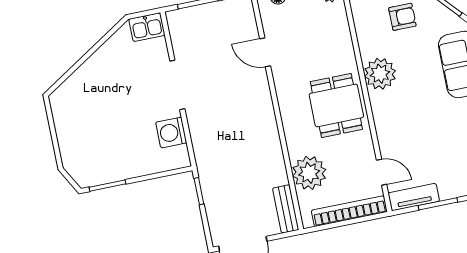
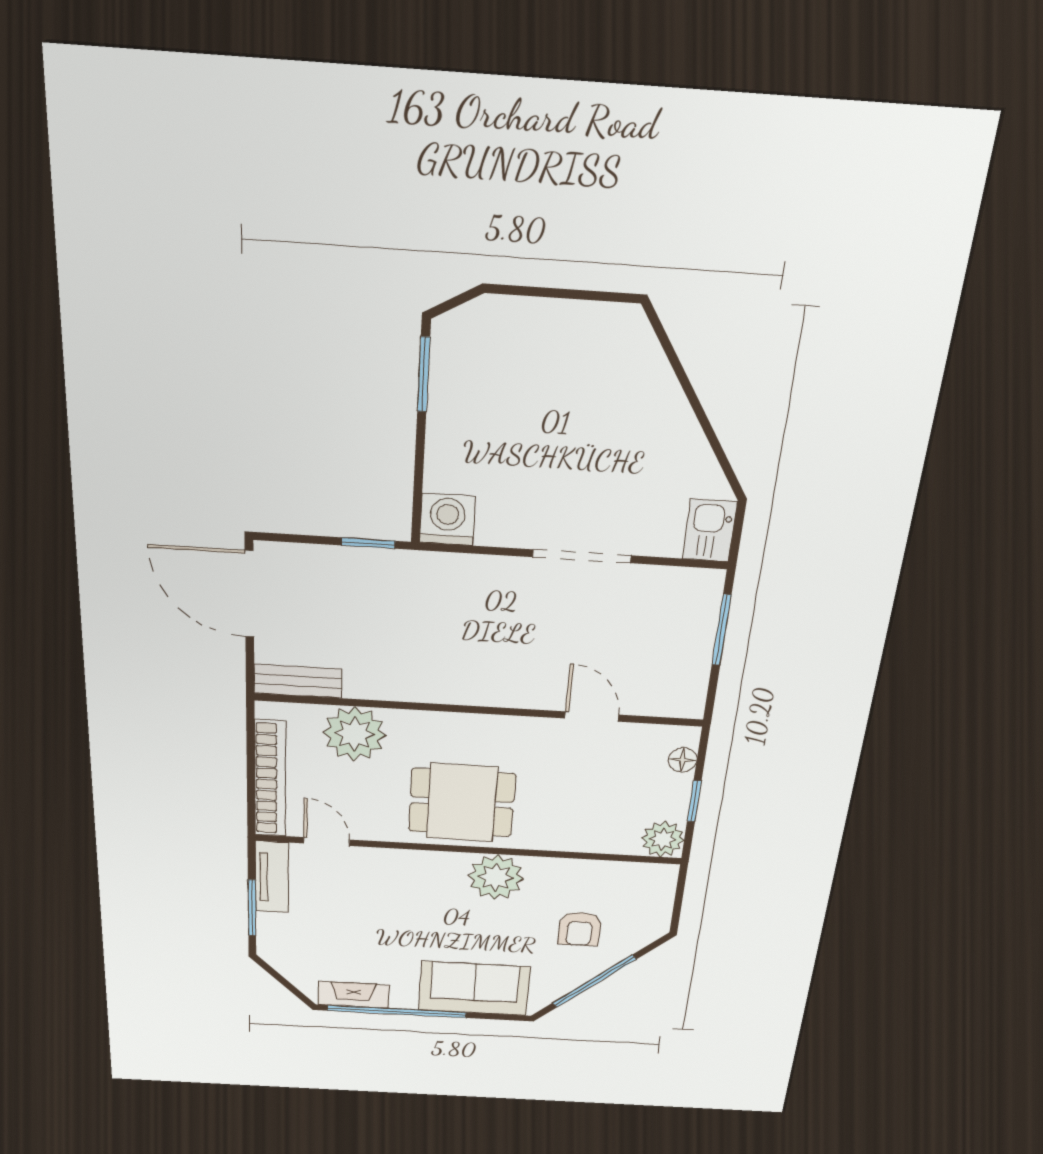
door: (265, 52) -> (592, 717), hinge flipped
washing machine: (171, 133) -> (447, 519), moved
door: (382, 172) -> (327, 842), swing flipped

